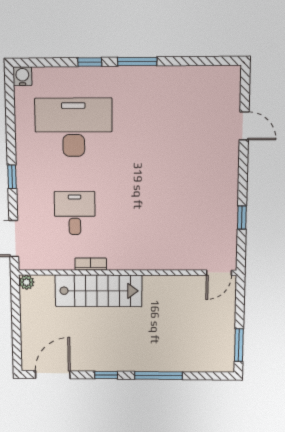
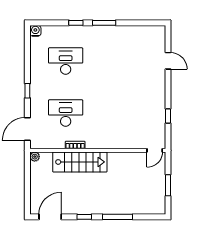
desk: (74, 127) -> (66, 61), width x0.73, depth x0.77
desk: (75, 213) -> (66, 113), width x1.37
window: (239, 345) -> (168, 185), moved

